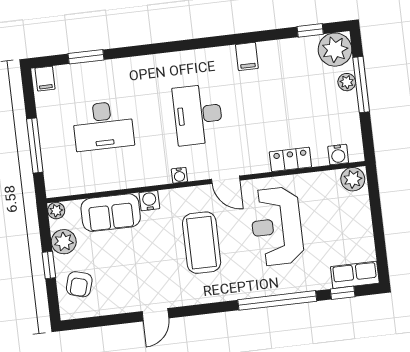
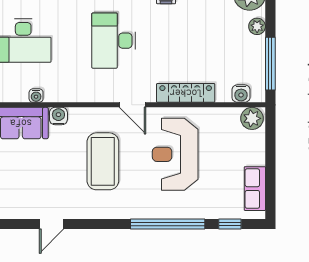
window: (361, 85) -> (270, 64), moved
locker: (290, 159) -> (186, 93), width x1.53
water cooler: (179, 175) -> (36, 96), moved
row of seats: (355, 275) -> (255, 189), moved, turned -90

